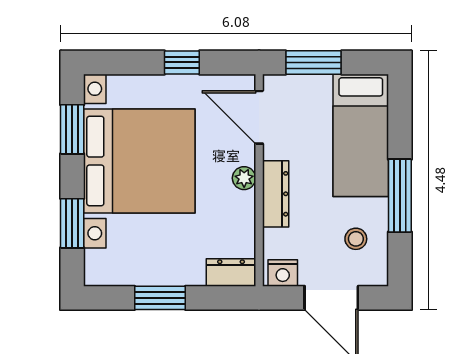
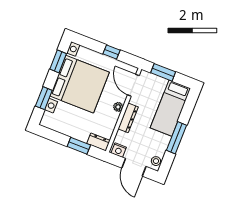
stool: (356, 239) -> (156, 161), moved
window: (160, 298) -> (79, 146), moved

